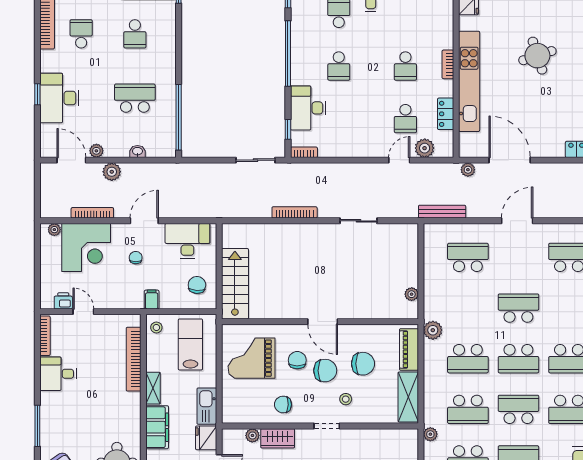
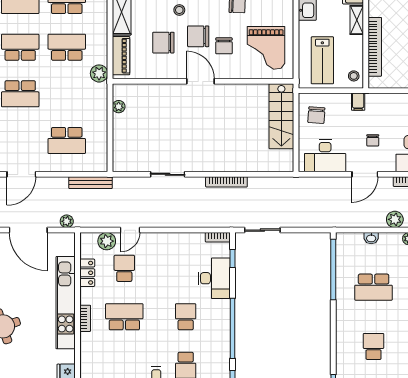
school desk: (405, 66) -> (124, 317), width x1.85
grand piano: (252, 358) -> (266, 48), turned 90

